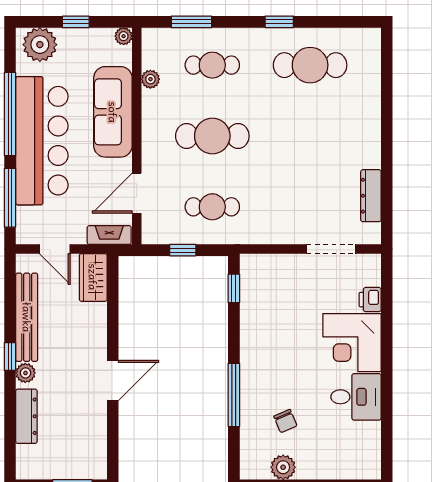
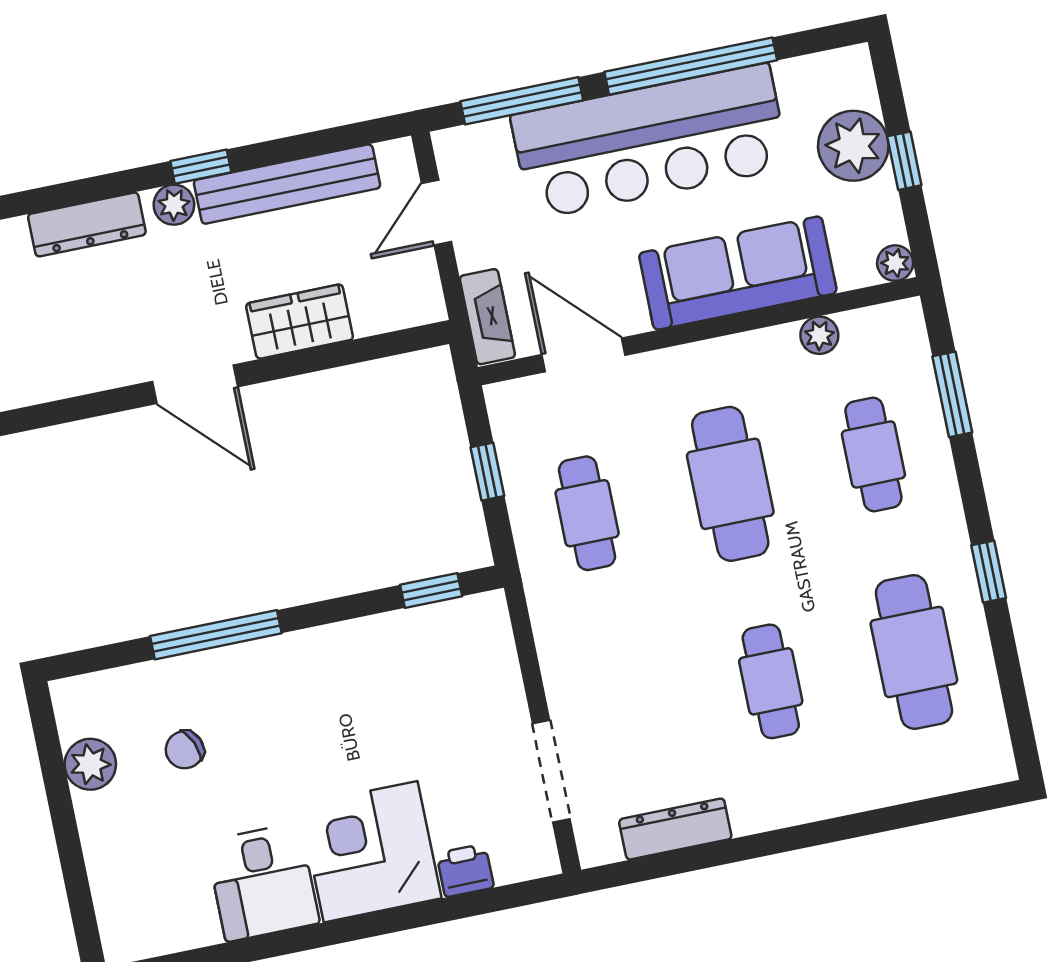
plant: (40, 45) -> (853, 146), moved
cafe table: (310, 136) -> (771, 681), added
wardrobe: (93, 277) -> (300, 322), moved

